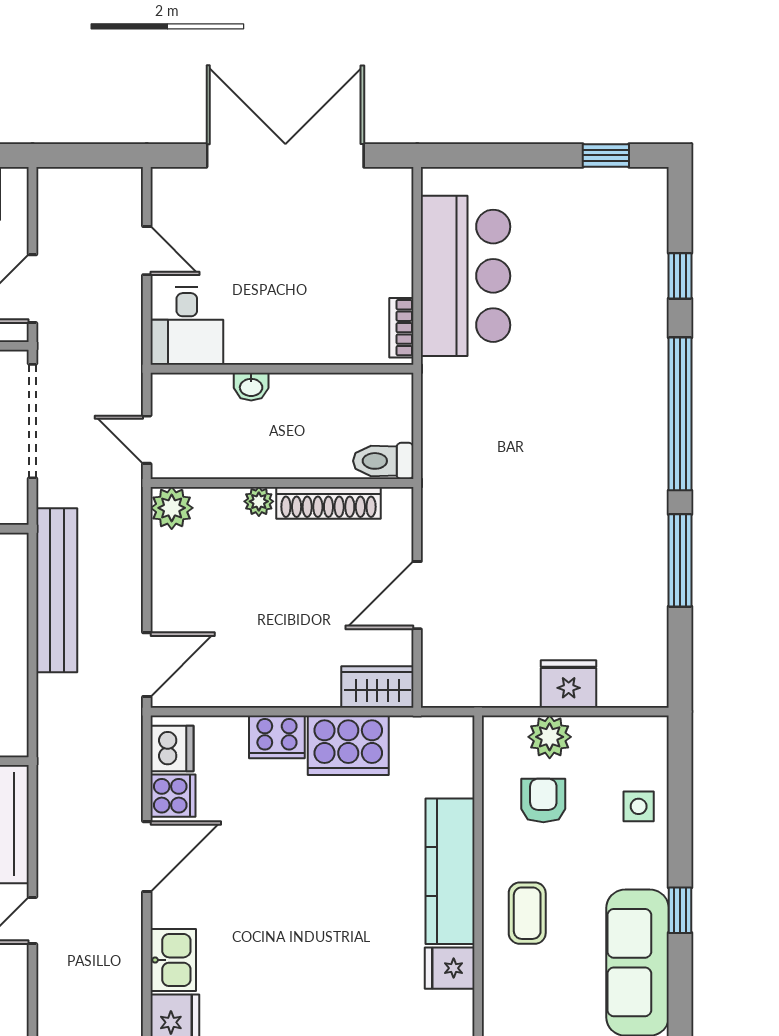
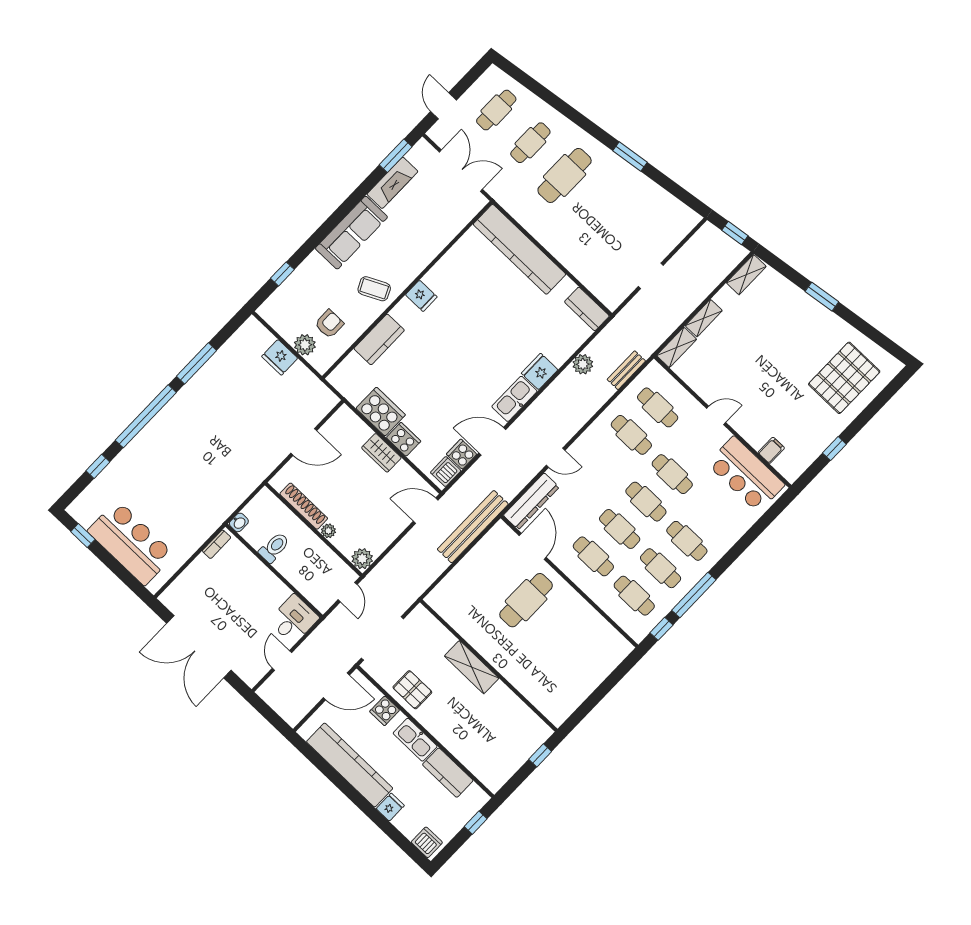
bar counter: (466, 276) -> (131, 543), moved, turned 90
washbasin: (251, 387) -> (239, 522), moved, turned 90
toilet: (383, 461) -> (274, 547), moved, turned -90
bench: (57, 590) -> (473, 527), moved
wardrobe: (377, 687) -> (381, 453), moved
armchair: (543, 800) -> (329, 324), turned 180
side table: (639, 806) -> (297, 289), removed
kitchen counter: (450, 871) -> (379, 339), width x0.67
window: (680, 910) -> (282, 274), moved
coffee table: (527, 913) -> (374, 289), turned 64
kitchen sink: (173, 960) -> (514, 399), width x1.38

